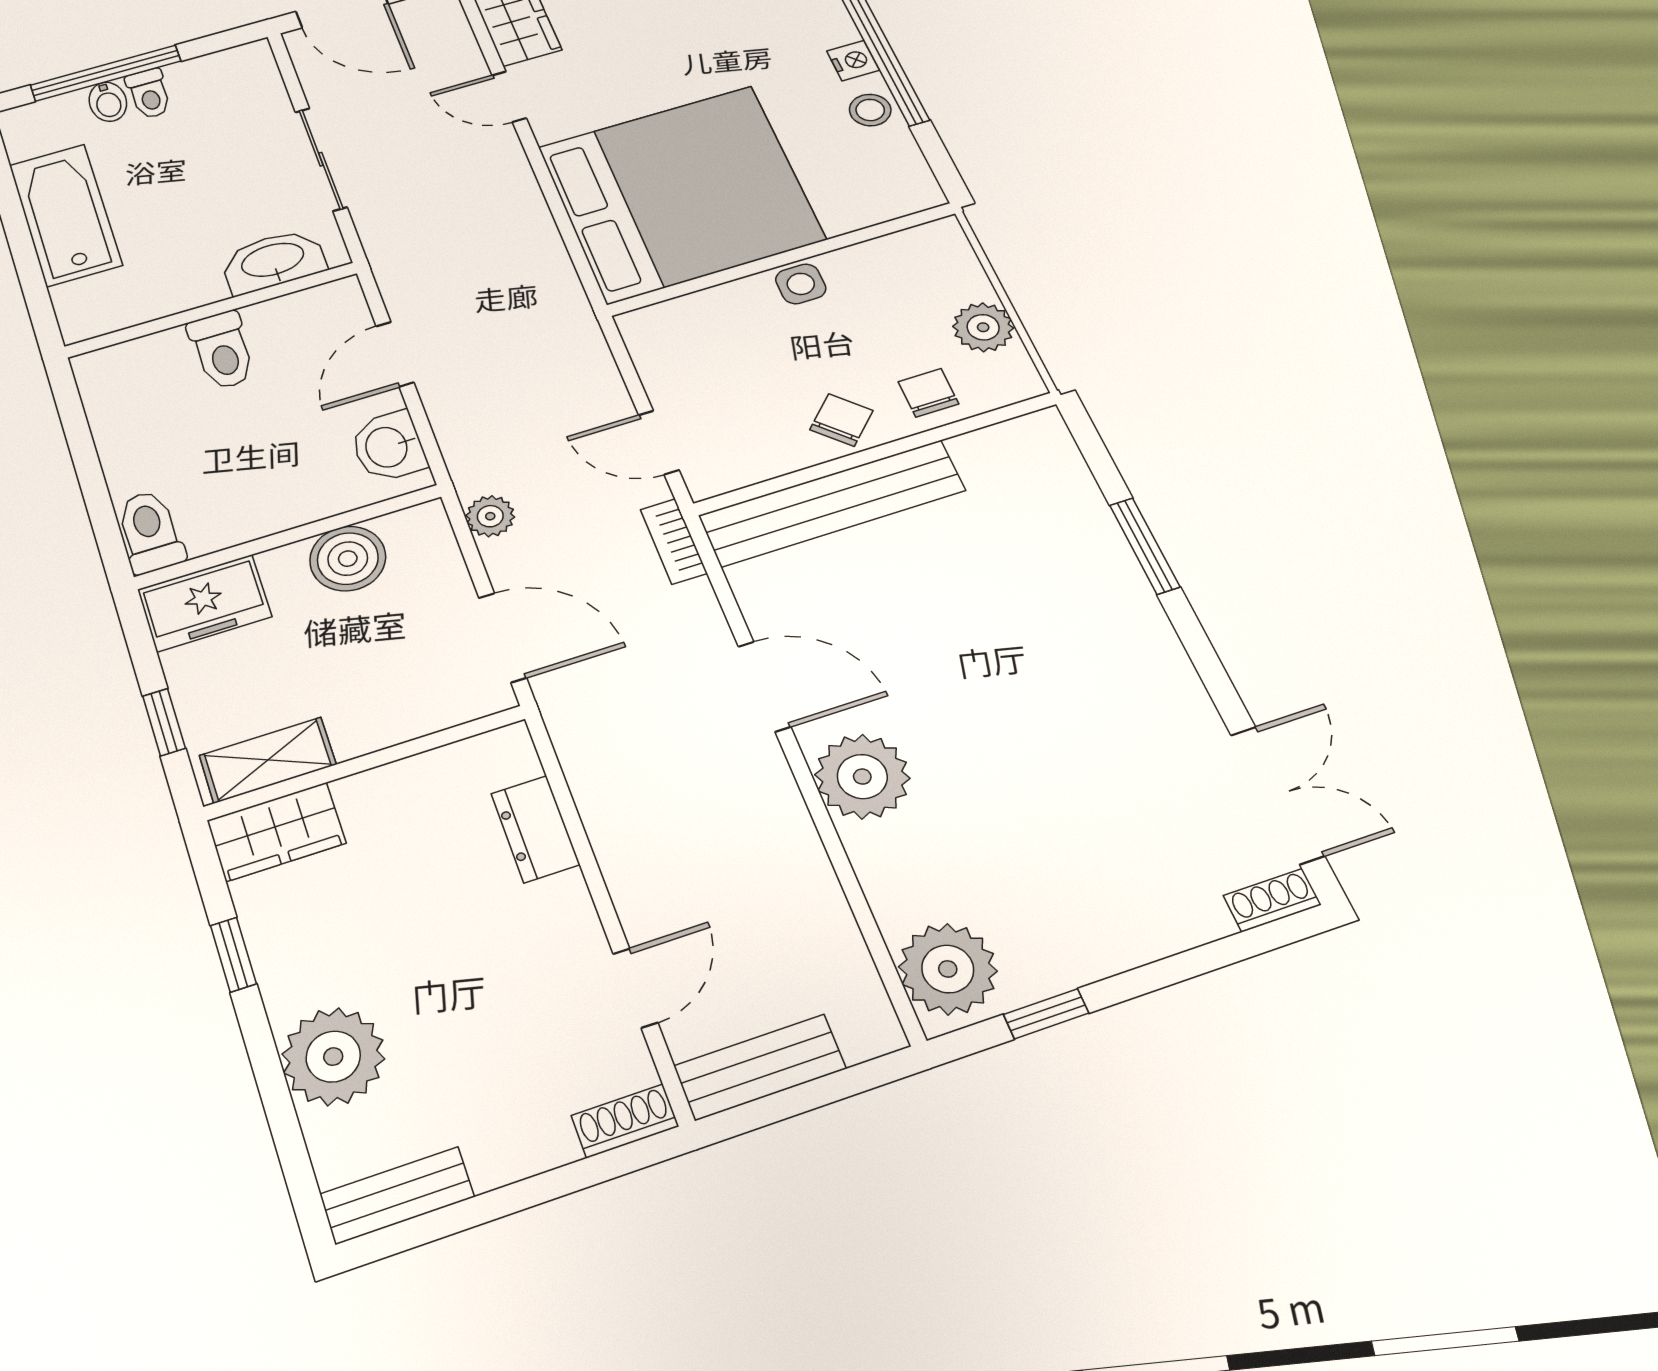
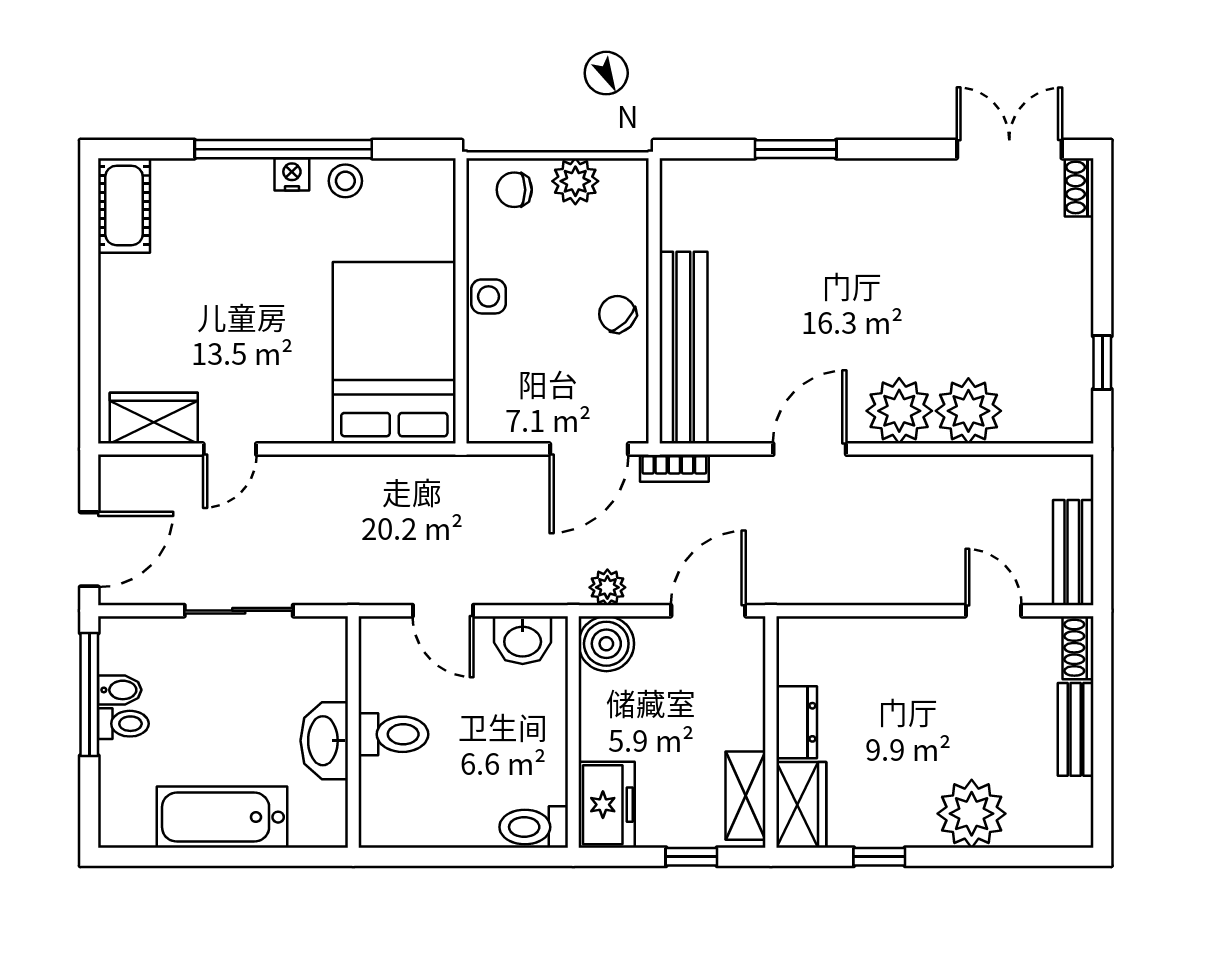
window: (106, 73) -> (89, 694), moved
bidet: (108, 102) -> (120, 690), moved
bed: (681, 193) -> (394, 353), width x0.73
washbasin: (273, 261) -> (324, 741), moved
chair: (928, 393) -> (514, 190), moved
door: (659, 442) -> (589, 449), width x1.38
boiler: (348, 559) -> (606, 644), moved
dresser: (535, 829) -> (797, 722), moved, turned -90
plant: (948, 969) -> (968, 411), moved
bench: (397, 1195) -> (1076, 729), moved

